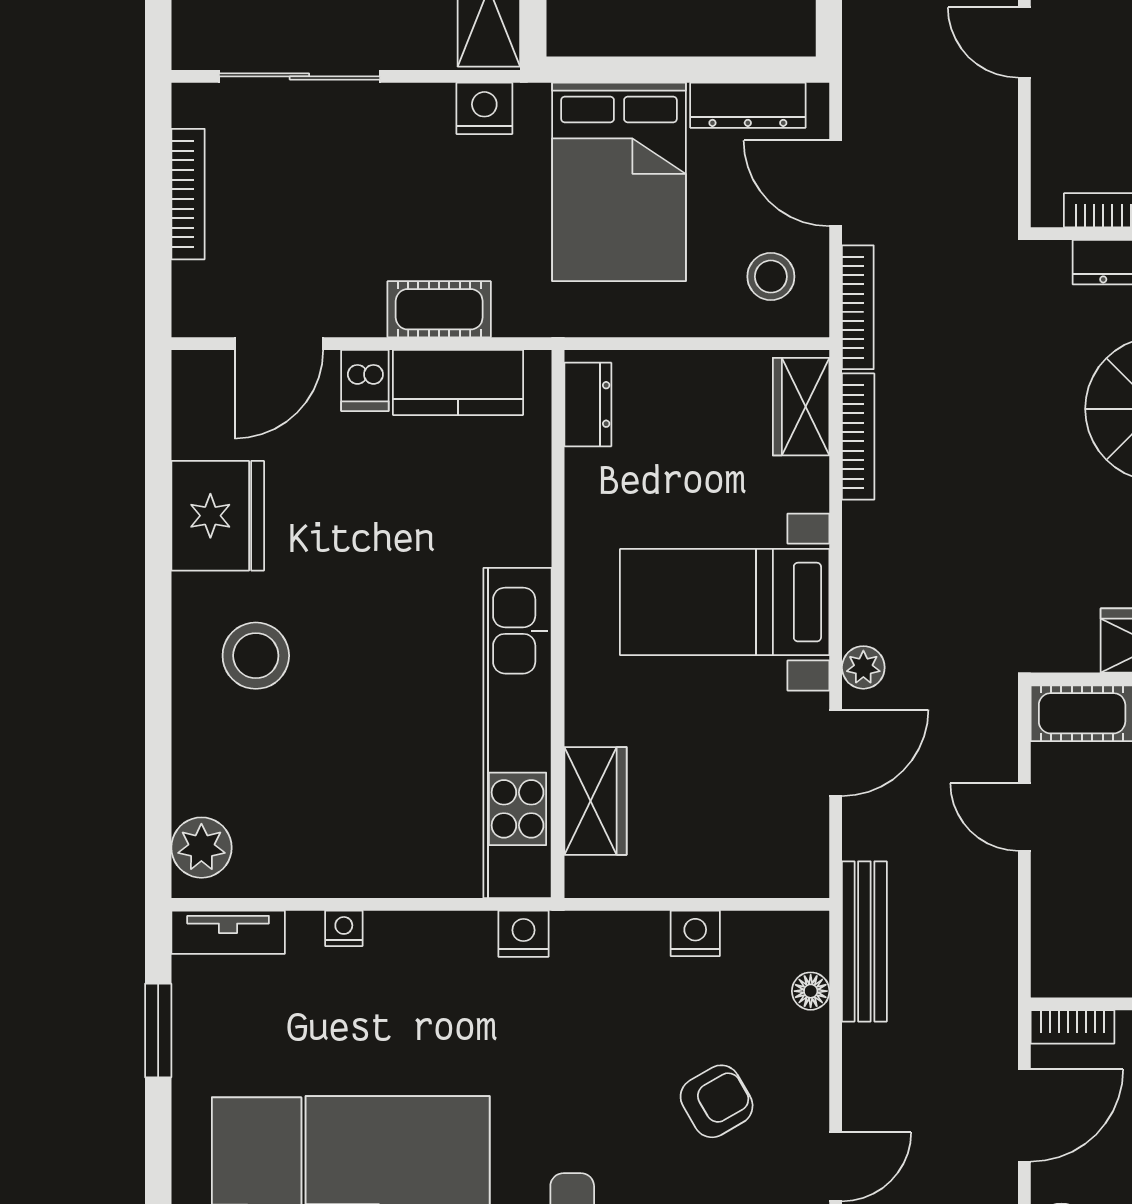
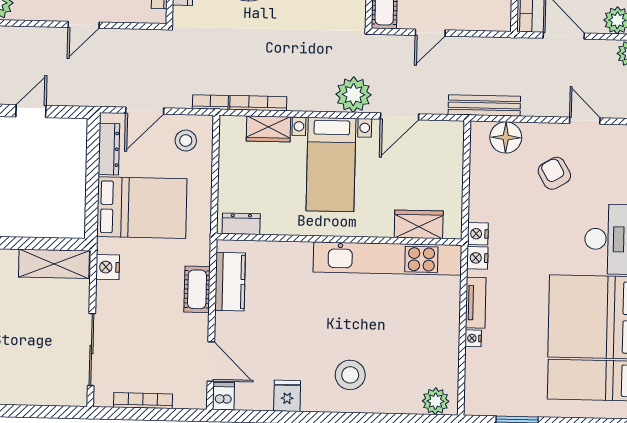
bookcase: (858, 307) -> (210, 102), width x0.64
dishwasher: (365, 381) -> (223, 396), moved, turned -90
wardrobe: (801, 407) -> (268, 129), moved
fridge: (218, 516) -> (287, 396), width x0.53, depth x0.75
plant: (863, 667) -> (353, 95), width x1.88, depth x1.88
door: (836, 753) -> (400, 116), swing flipped
tv unit: (228, 932) -> (476, 303), moved
nightstand: (695, 933) -> (478, 234), moved
floor lamp: (811, 991) -> (506, 137), width x1.89, depth x1.89

